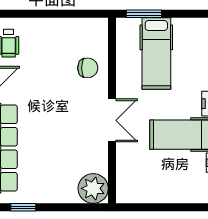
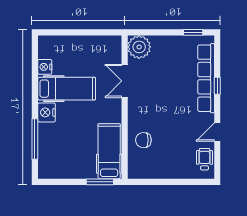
hospital bed: (156, 53) -> (109, 151), moved
double door: (112, 120) -> (125, 81), moved

